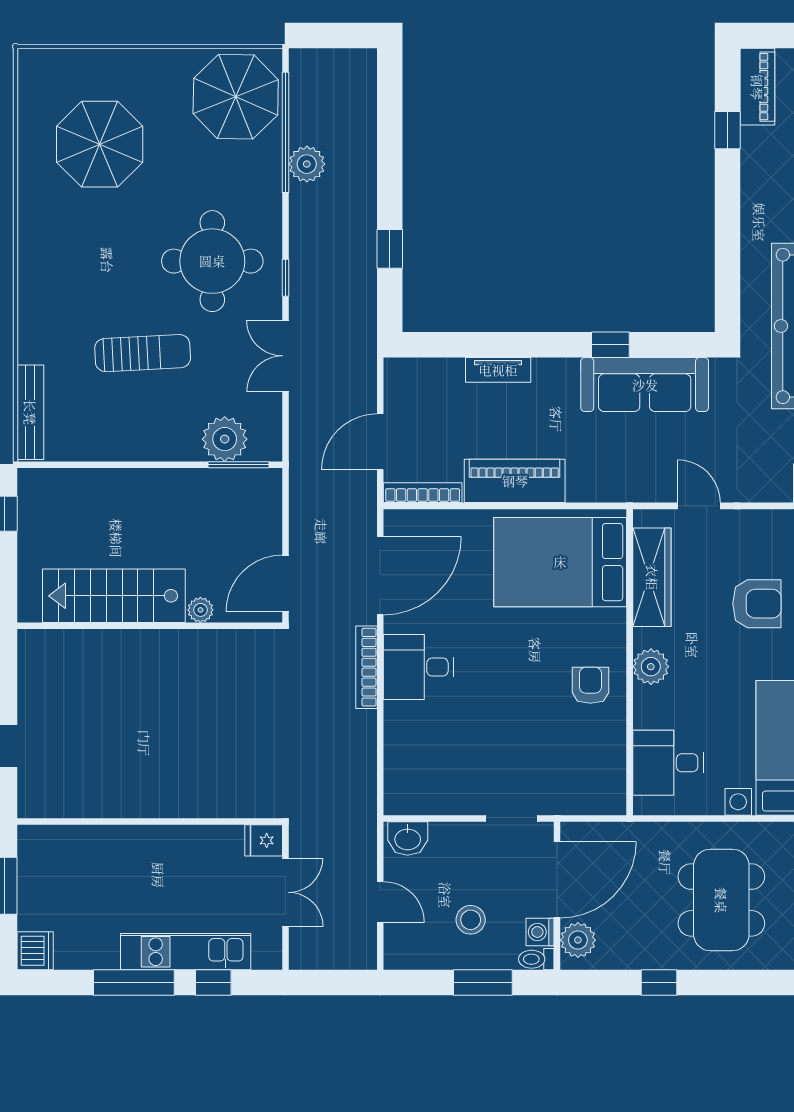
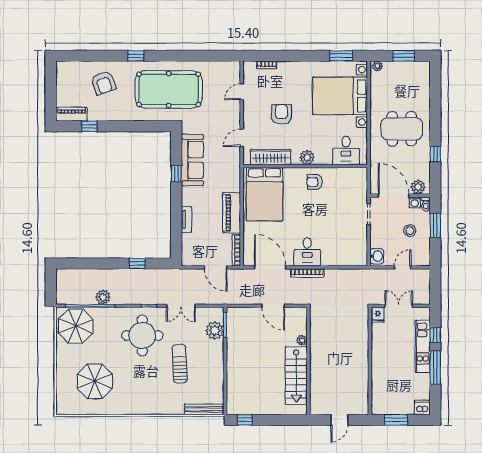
stairs: (114, 596) -> (296, 375), moved
plant: (200, 610) -> (302, 340), moved
wall: (150, 626) -> (308, 361), moved

